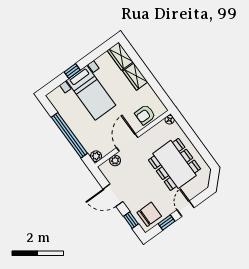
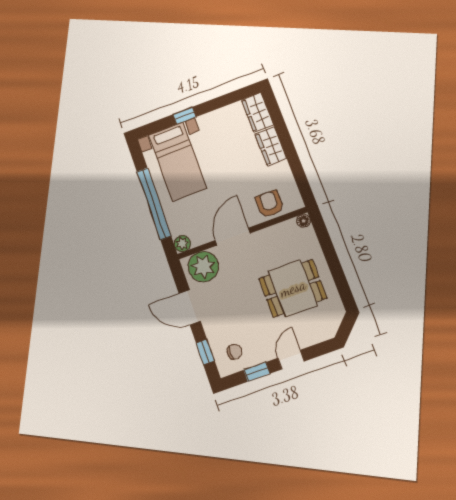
bed with nightstands: (91, 93) -> (178, 161), moved
armchair: (145, 115) -> (270, 204), turned 90
plant: (115, 160) -> (203, 267), width x1.88, depth x1.88
dining table: (175, 164) -> (293, 288), width x0.73
chair: (149, 214) -> (235, 352), width x0.54, depth x0.54

